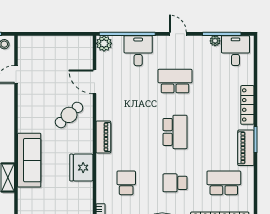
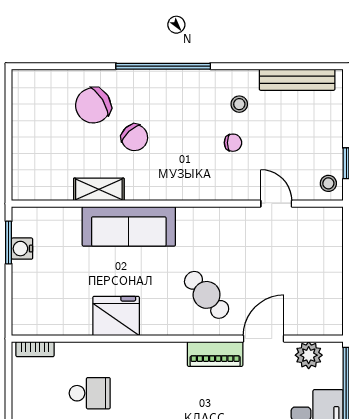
plant: (104, 43) -> (309, 355), moved
piano: (103, 137) -> (215, 354), moved

